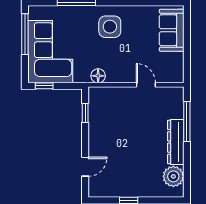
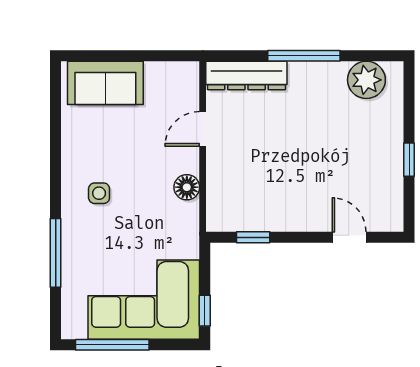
side table: (110, 27) -> (99, 193), width x0.54, depth x0.54
floor lamp: (98, 76) -> (187, 187), moved
window: (187, 121) -> (304, 56), moved
dresser: (176, 142) -> (246, 75), moved

